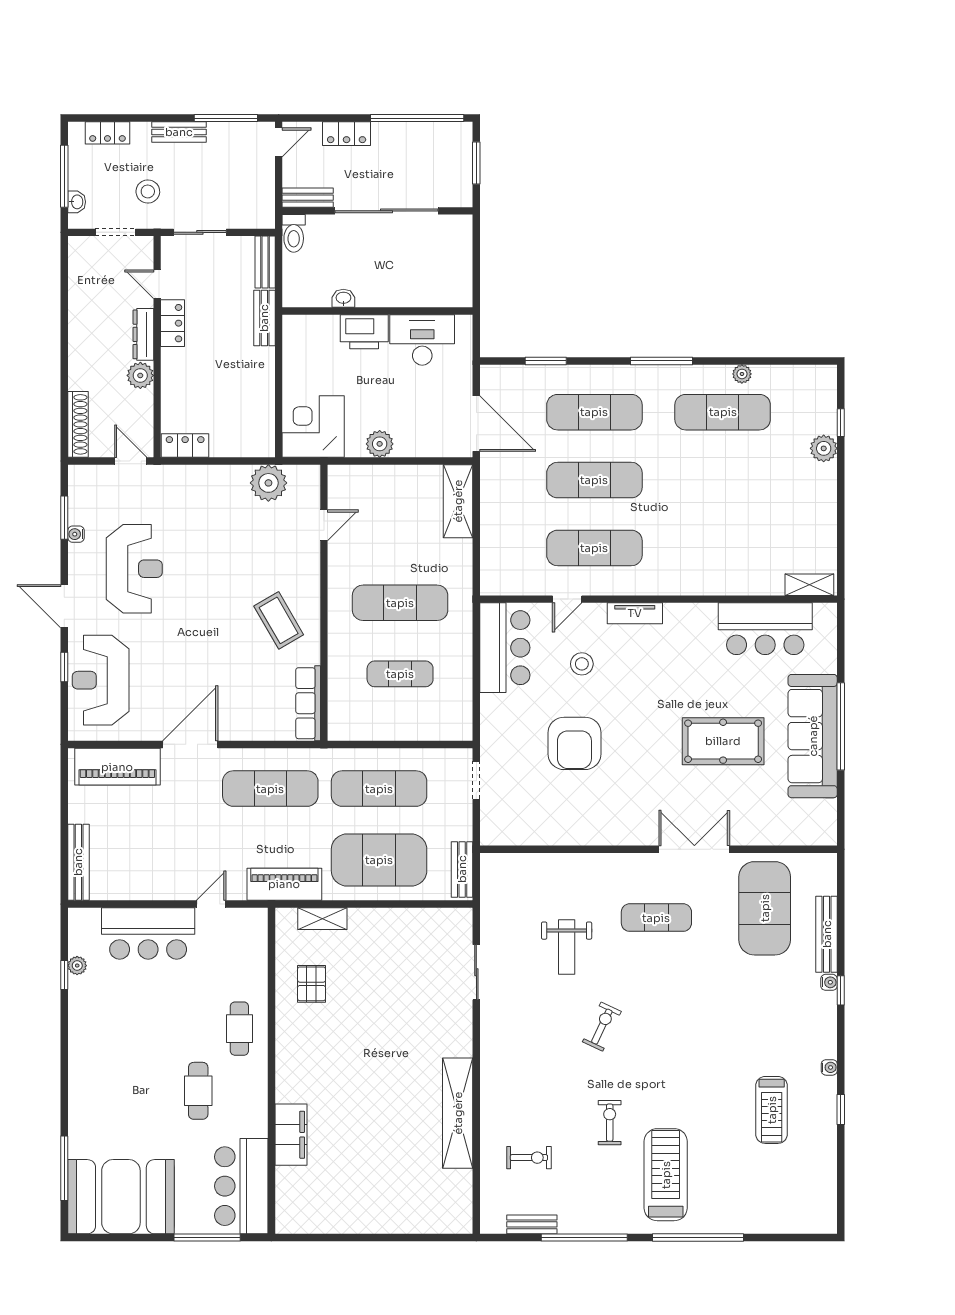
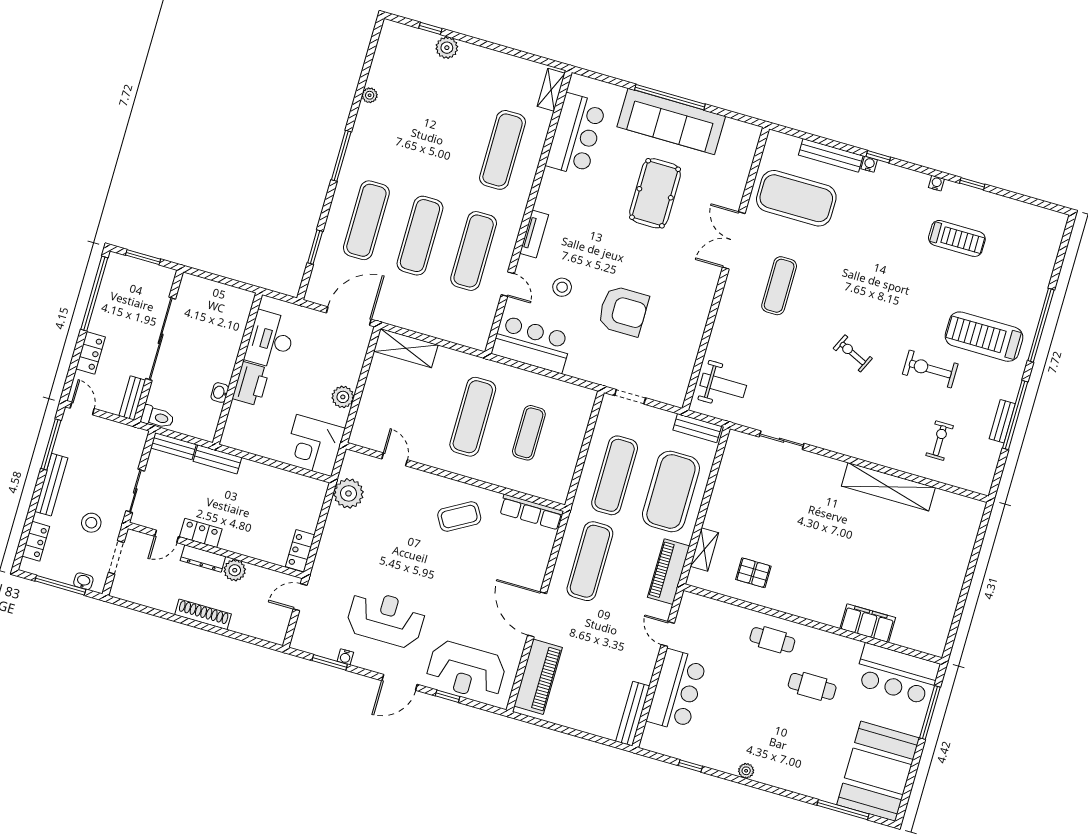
bench: (179, 132) -> (51, 485), width x1.36
exercise mat: (723, 412) -> (503, 150), moved
shoe rack: (78, 424) -> (203, 614), moved
bench: (78, 862) -> (633, 714), moved, turned 90
weight bench: (567, 947) -> (723, 385), moved
plant: (77, 966) -> (746, 771), moved
exercise bike: (610, 1123) -> (930, 369), width x1.38, depth x1.39
bench: (532, 1224) -> (1002, 421), moved

